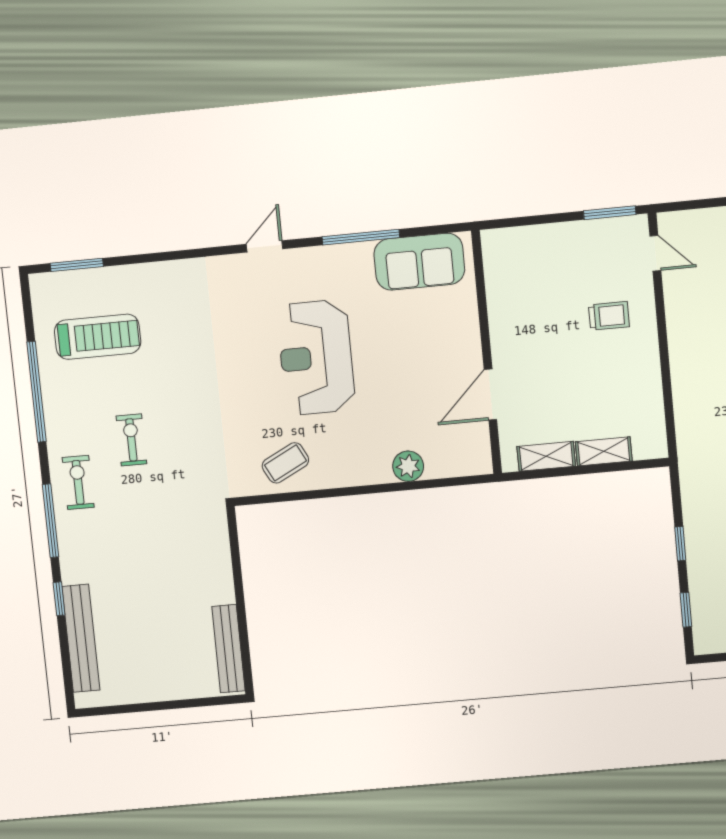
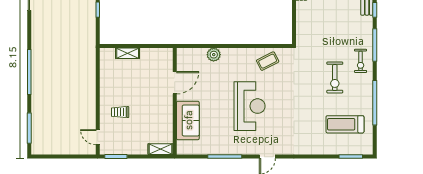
sofa: (419, 262) -> (188, 120), moved, turned 90
exercise bike: (131, 440) -> (335, 78), width x1.38, depth x1.39
shelving: (546, 456) -> (160, 149), moved

